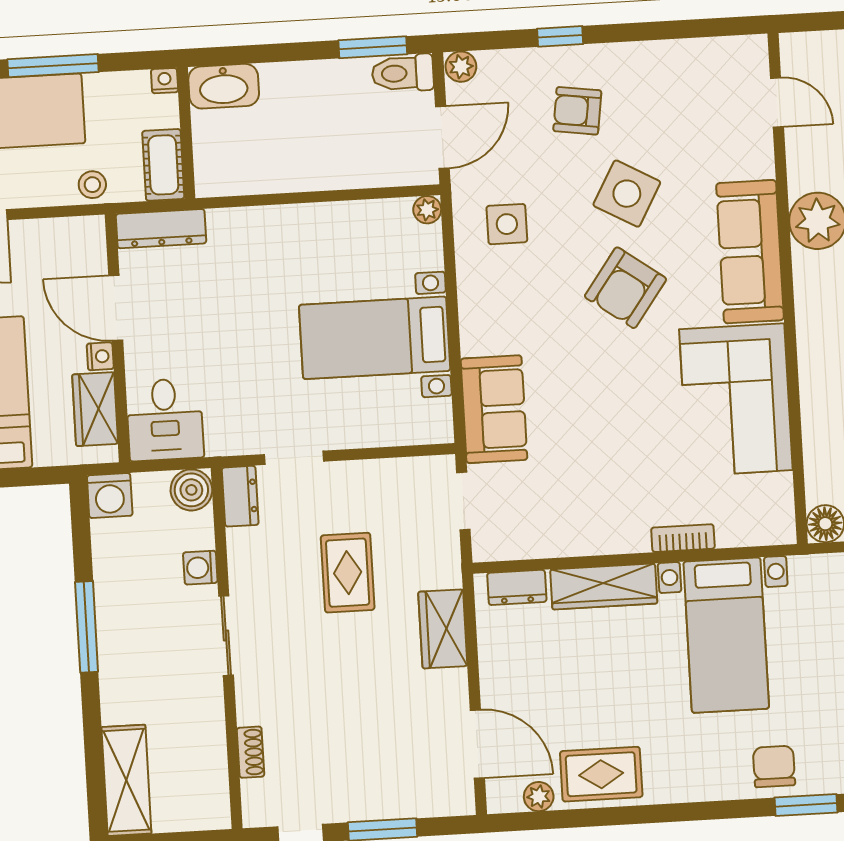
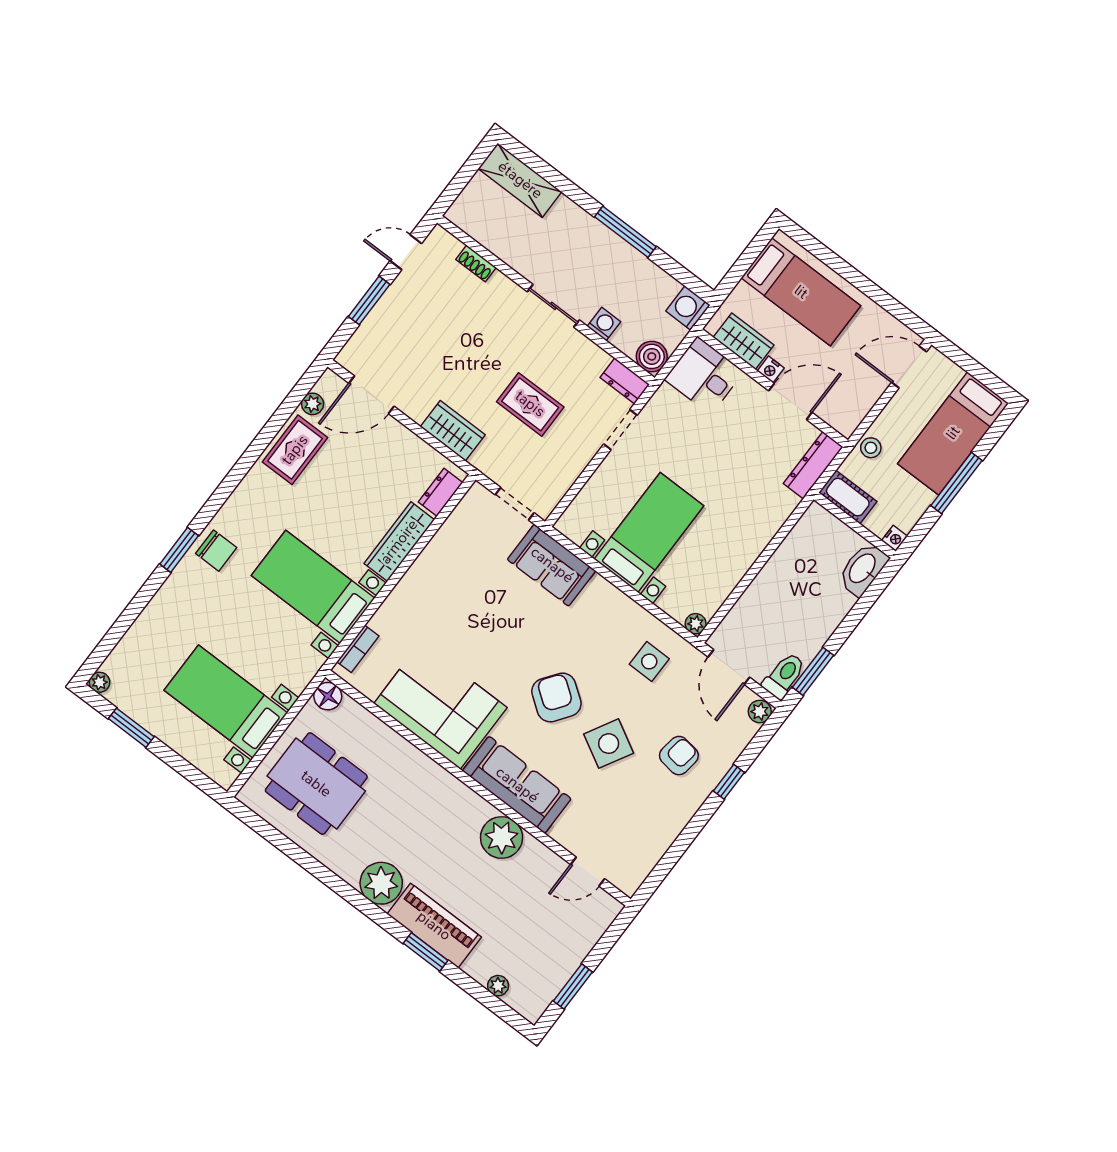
bookcase: (683, 538) -> (358, 649), moved

